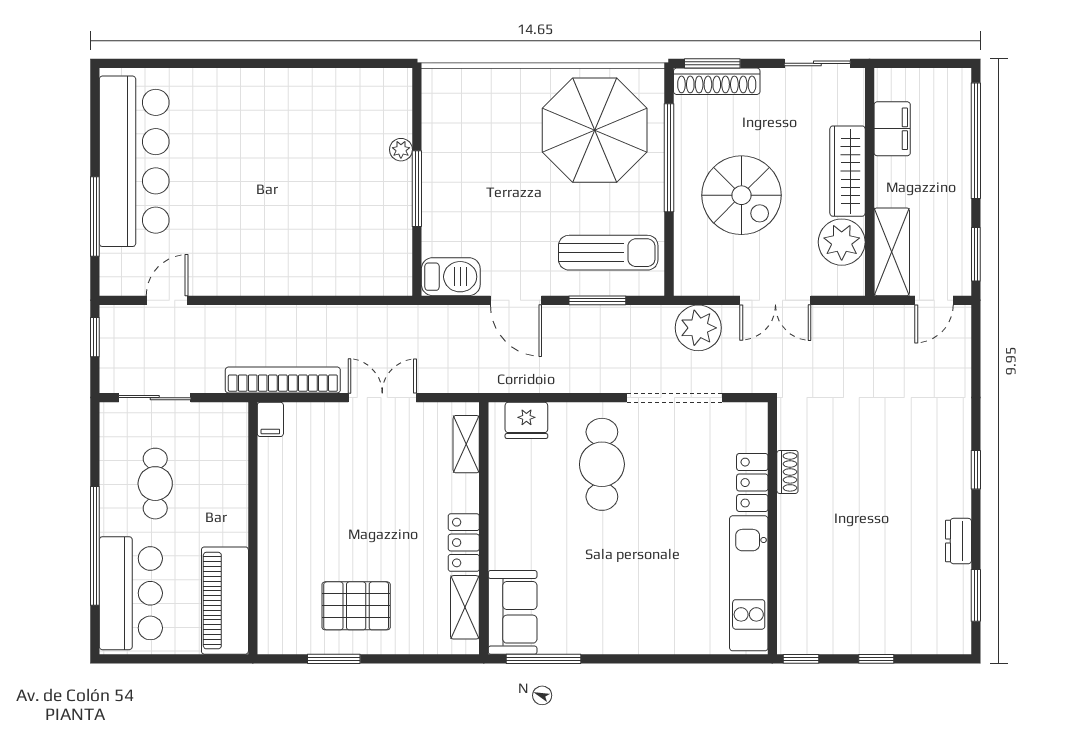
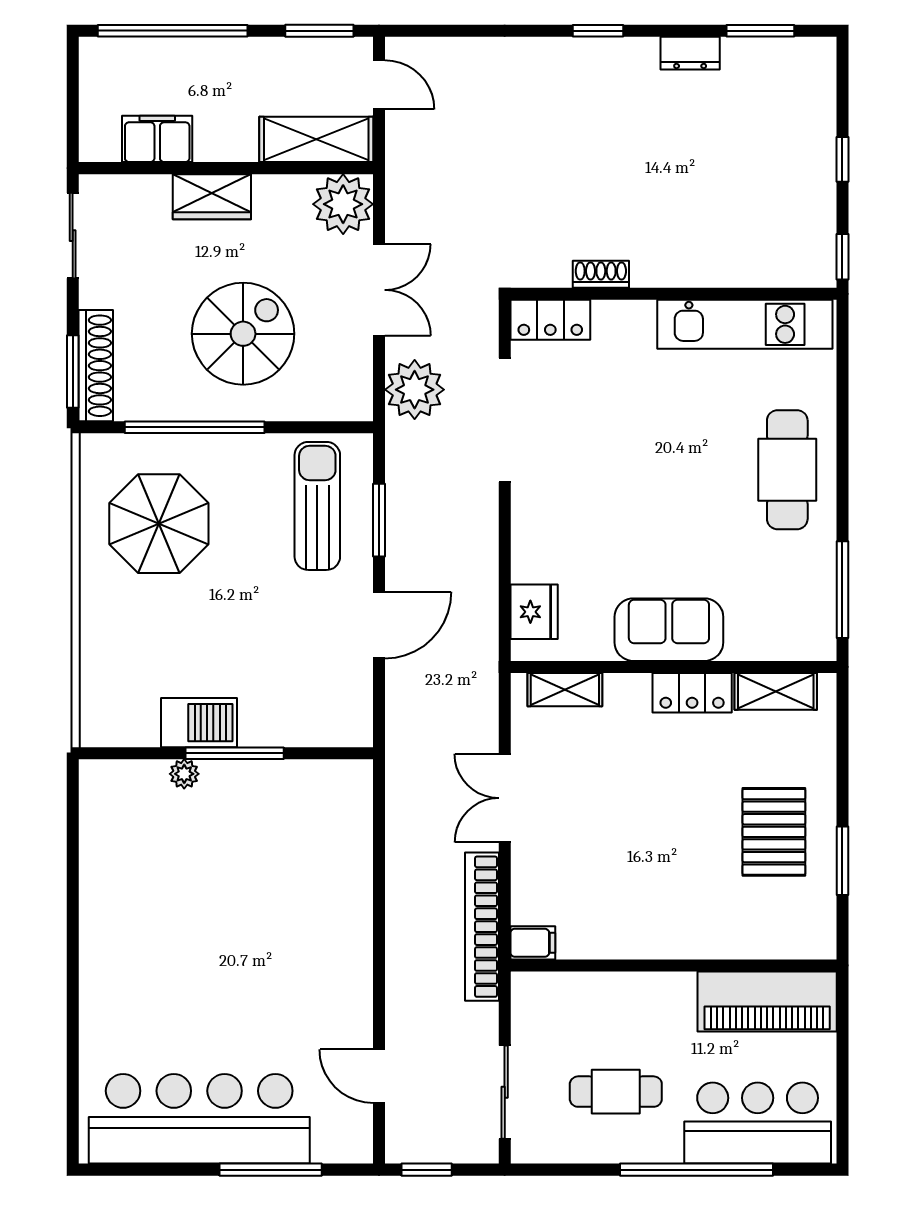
parasol: (595, 130) -> (159, 524), width x0.73, depth x0.73
wardrobe: (848, 171) -> (212, 197), width x0.67
plant: (842, 242) -> (343, 204), moved
barbecue: (451, 277) -> (199, 723), moved, turned 90
cafe table: (602, 464) -> (787, 470), moved, turned 90
locker: (752, 483) -> (550, 320), moved
sofa: (513, 612) -> (669, 630), moved

